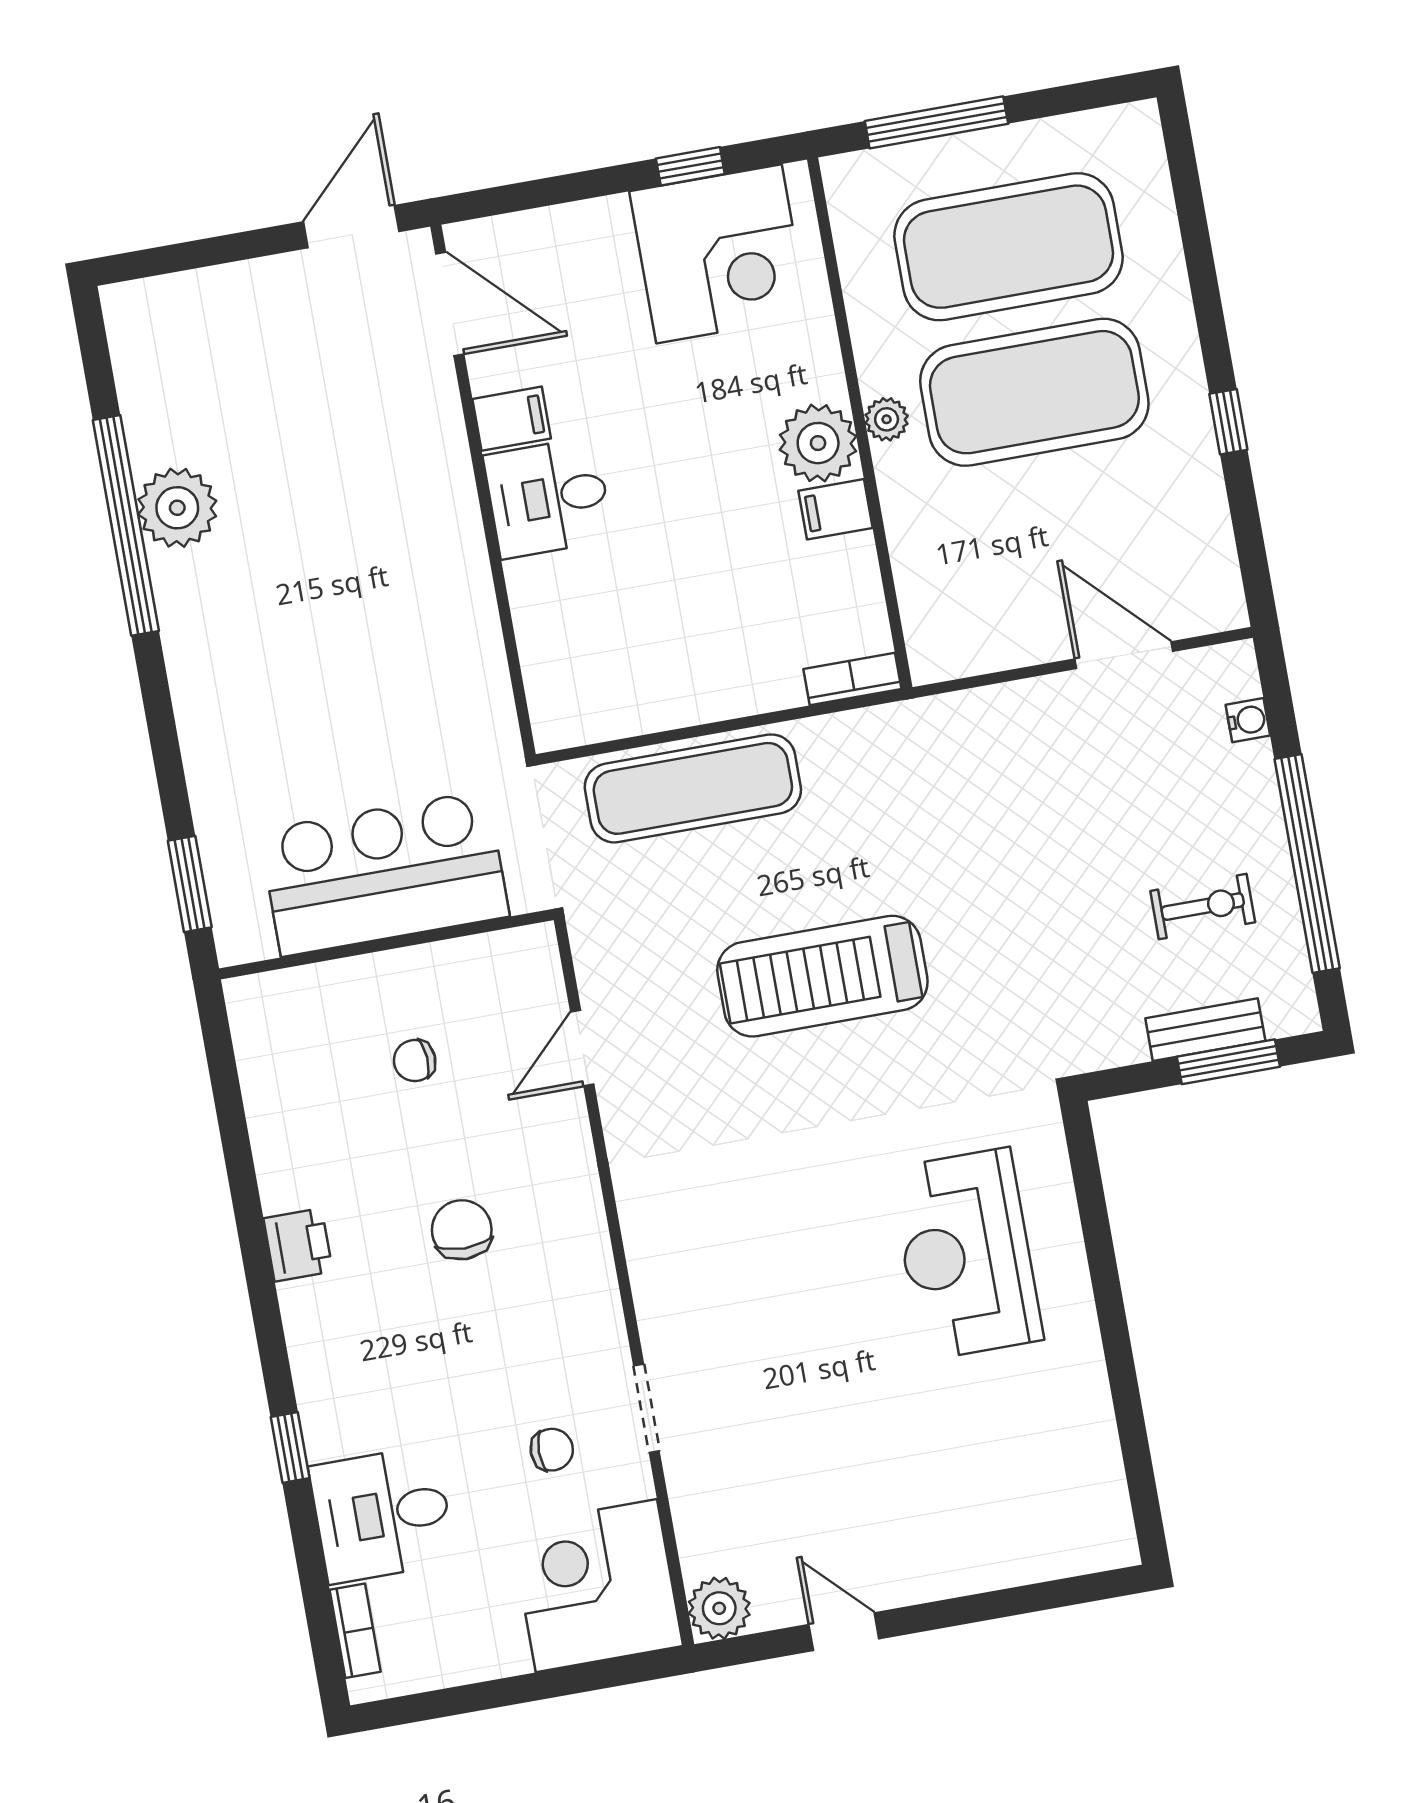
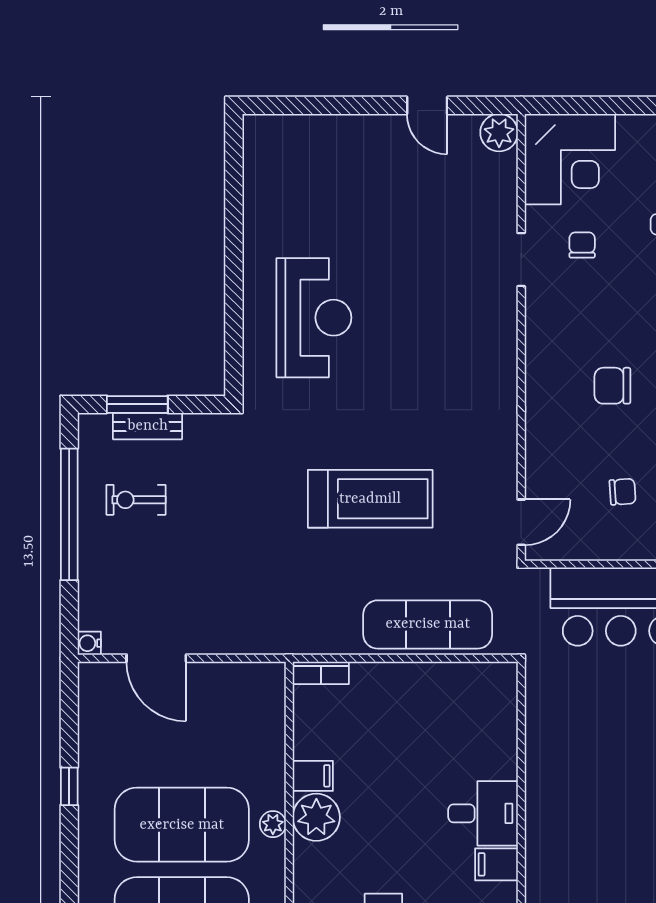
water cooler: (1248, 720) -> (89, 643), moved
door: (582, 1048) -> (521, 522), moved
chair: (462, 1230) -> (612, 386), turned 90
chair: (552, 1450) -> (582, 245), turned 90

